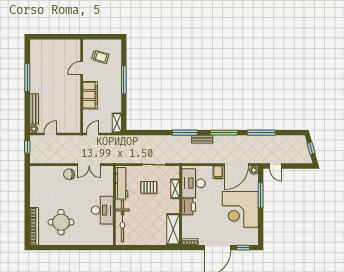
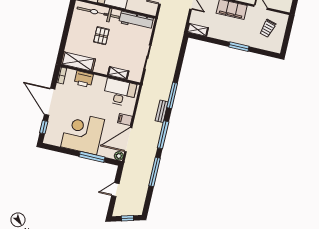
window: (124, 80) -> (239, 47), width x0.69
door: (236, 165) -> (128, 140), hinge flipped
door: (276, 166) -> (115, 190), moved
pallet: (149, 187) -> (101, 36), moved
printer: (189, 207) -> (84, 79), moved

